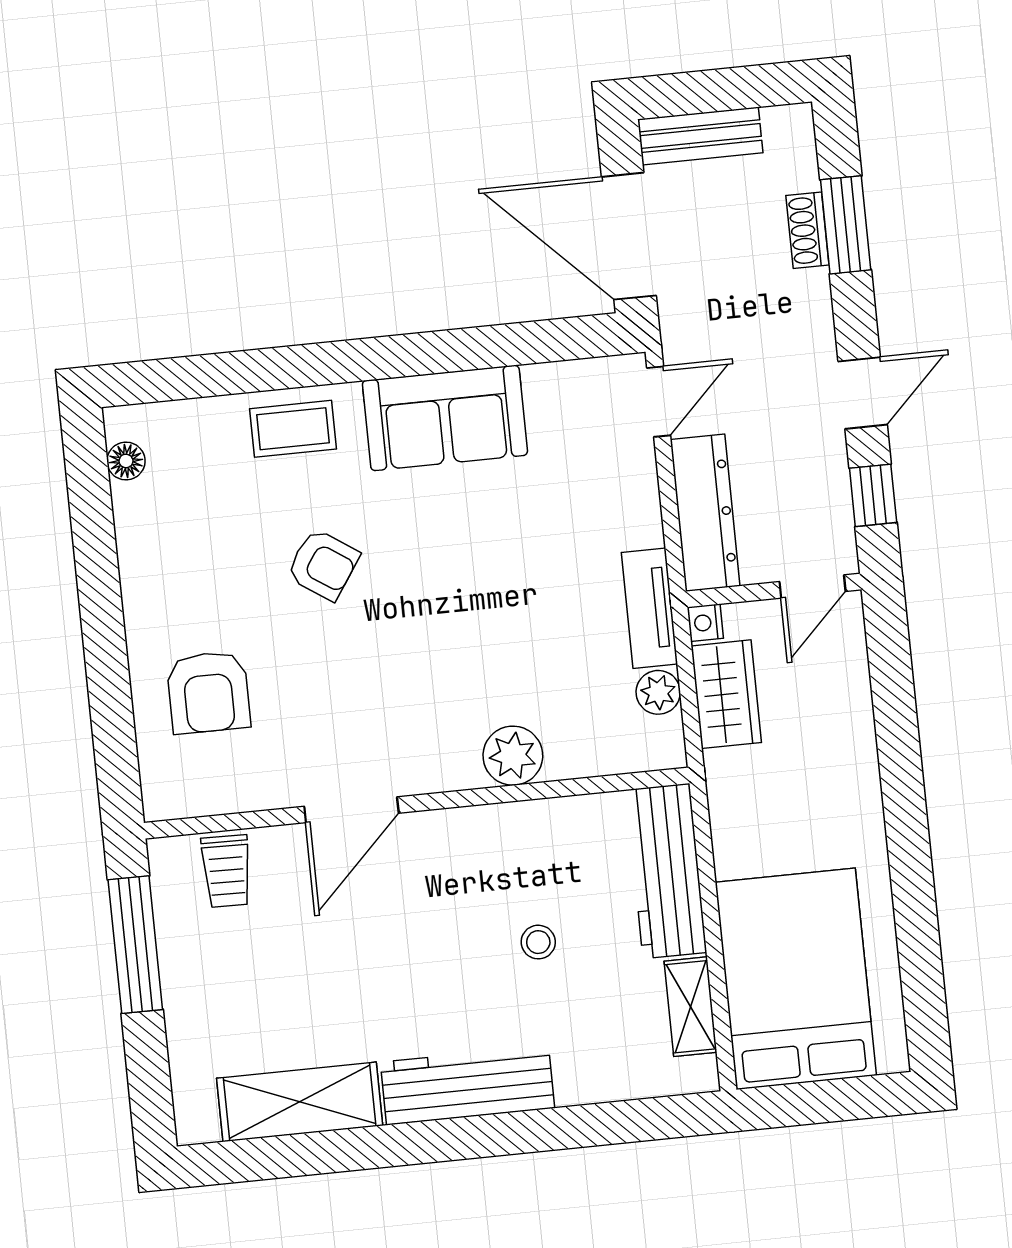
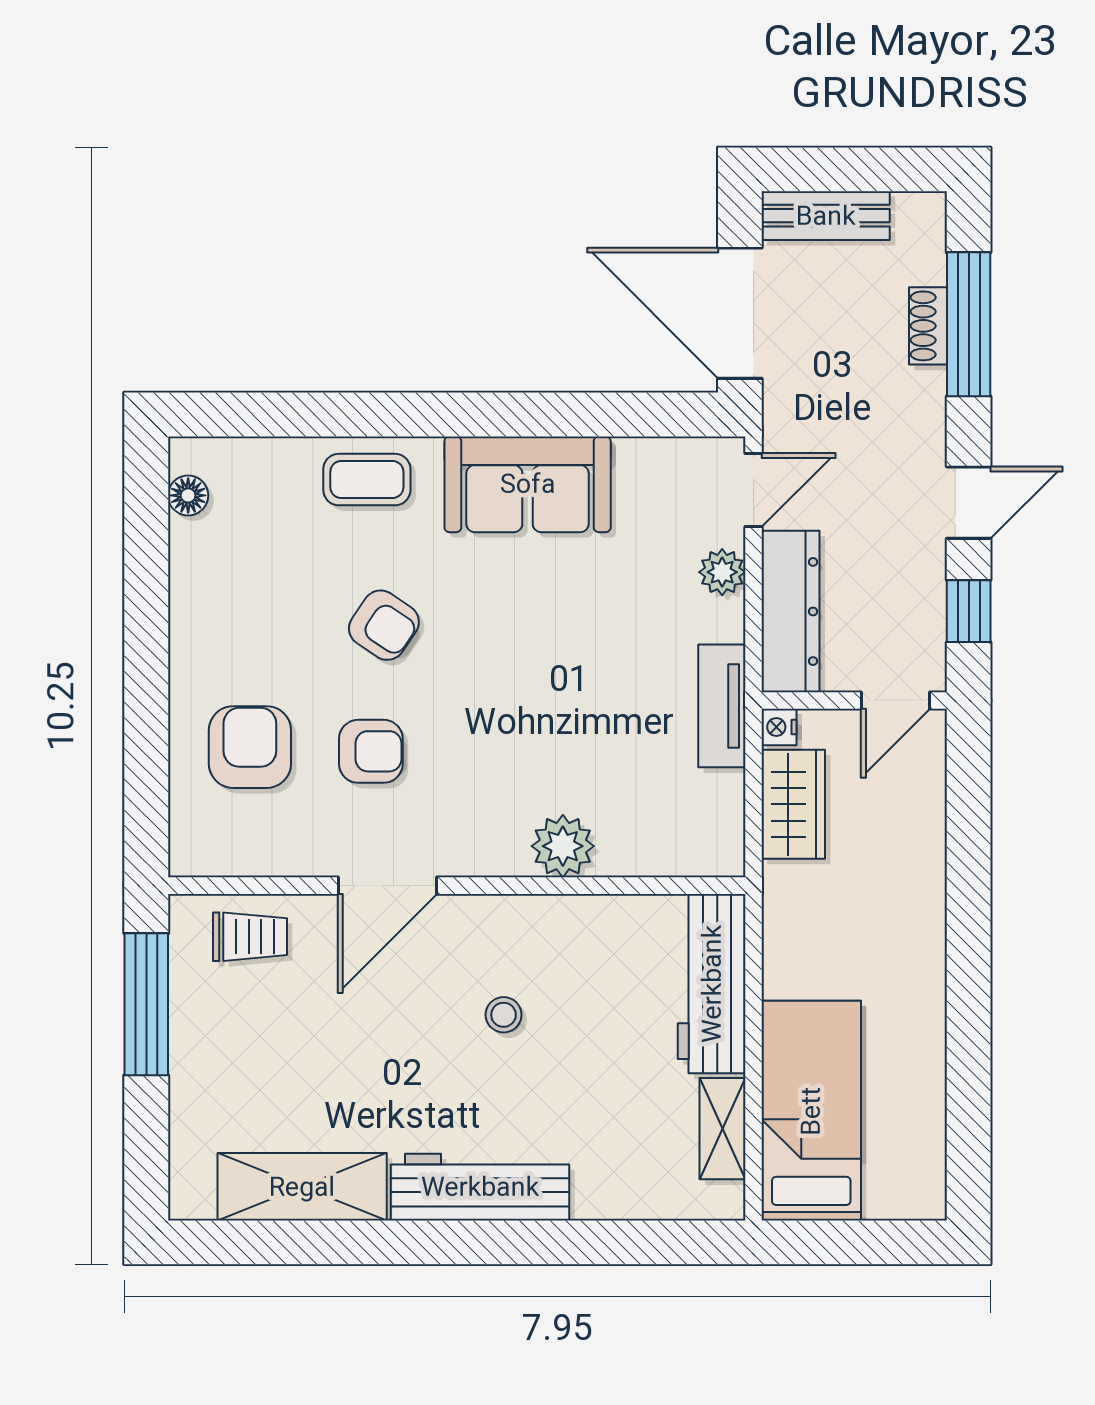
window: (846, 225) -> (969, 324), width x1.44
armchair: (323, 685) -> (371, 751), added
armchair: (208, 692) -> (250, 747), turned 180
plant: (658, 692) -> (722, 572), moved
trolley: (227, 871) -> (250, 937), turned -91
stool: (538, 942) -> (504, 1015), moved
bed: (796, 979) -> (811, 1111), width x0.67

